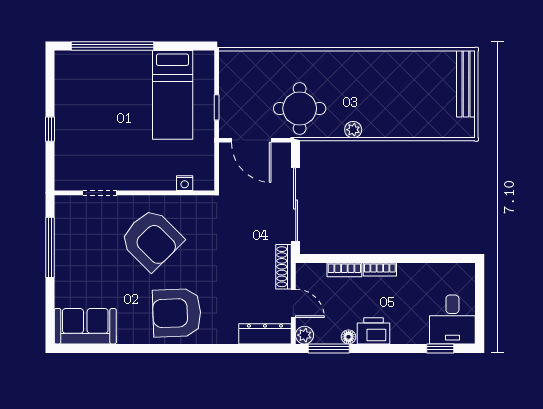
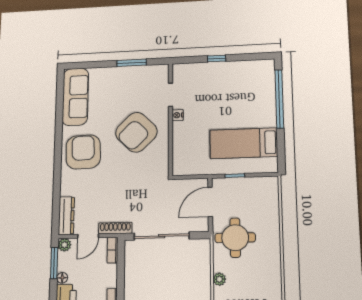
nightstand: (185, 183) -> (178, 115), moved
window: (50, 247) -> (132, 63), width x0.69
bookcase: (344, 270) -> (113, 250), moved
sofa: (85, 326) -> (75, 97), width x1.36

